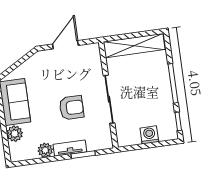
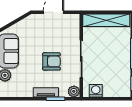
washing machine: (149, 135) -> (96, 91), moved
plant: (45, 150) -> (74, 91), moved

